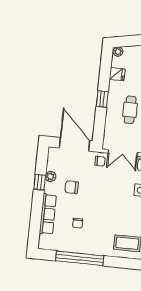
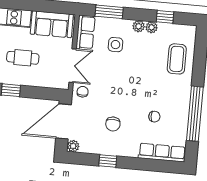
plant: (50, 176) -> (73, 146), moved
row of seats: (48, 214) -> (162, 153), moved

